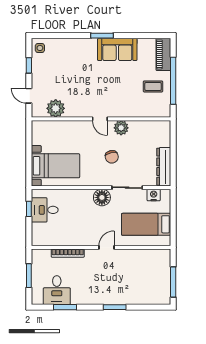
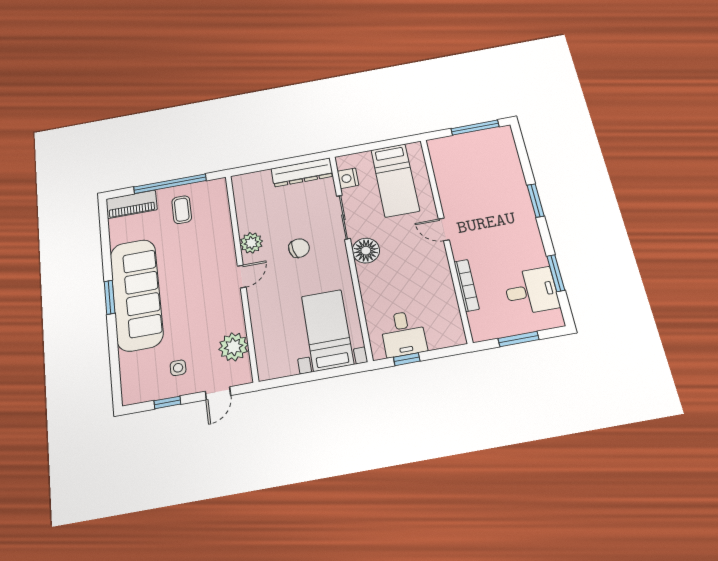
side table: (40, 48) -> (178, 368), moved
sofa: (117, 49) -> (136, 294), width x1.85, depth x1.27

